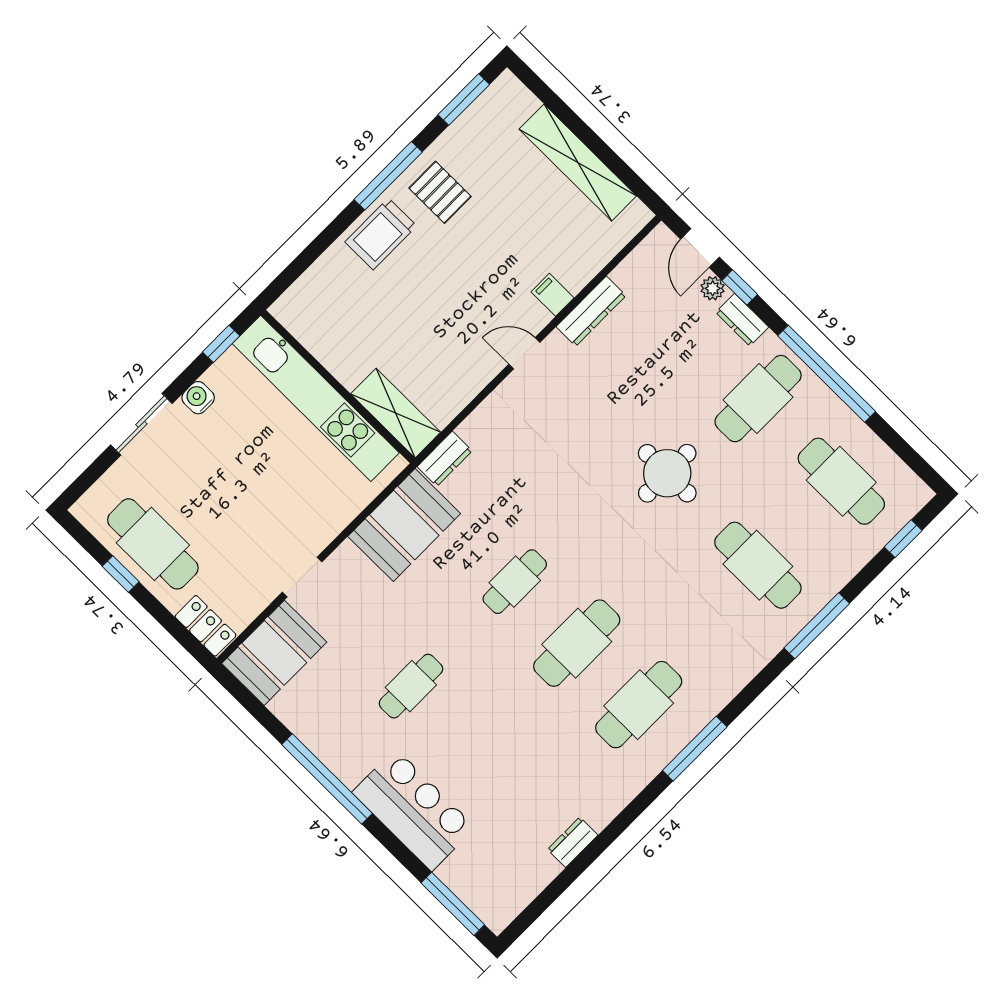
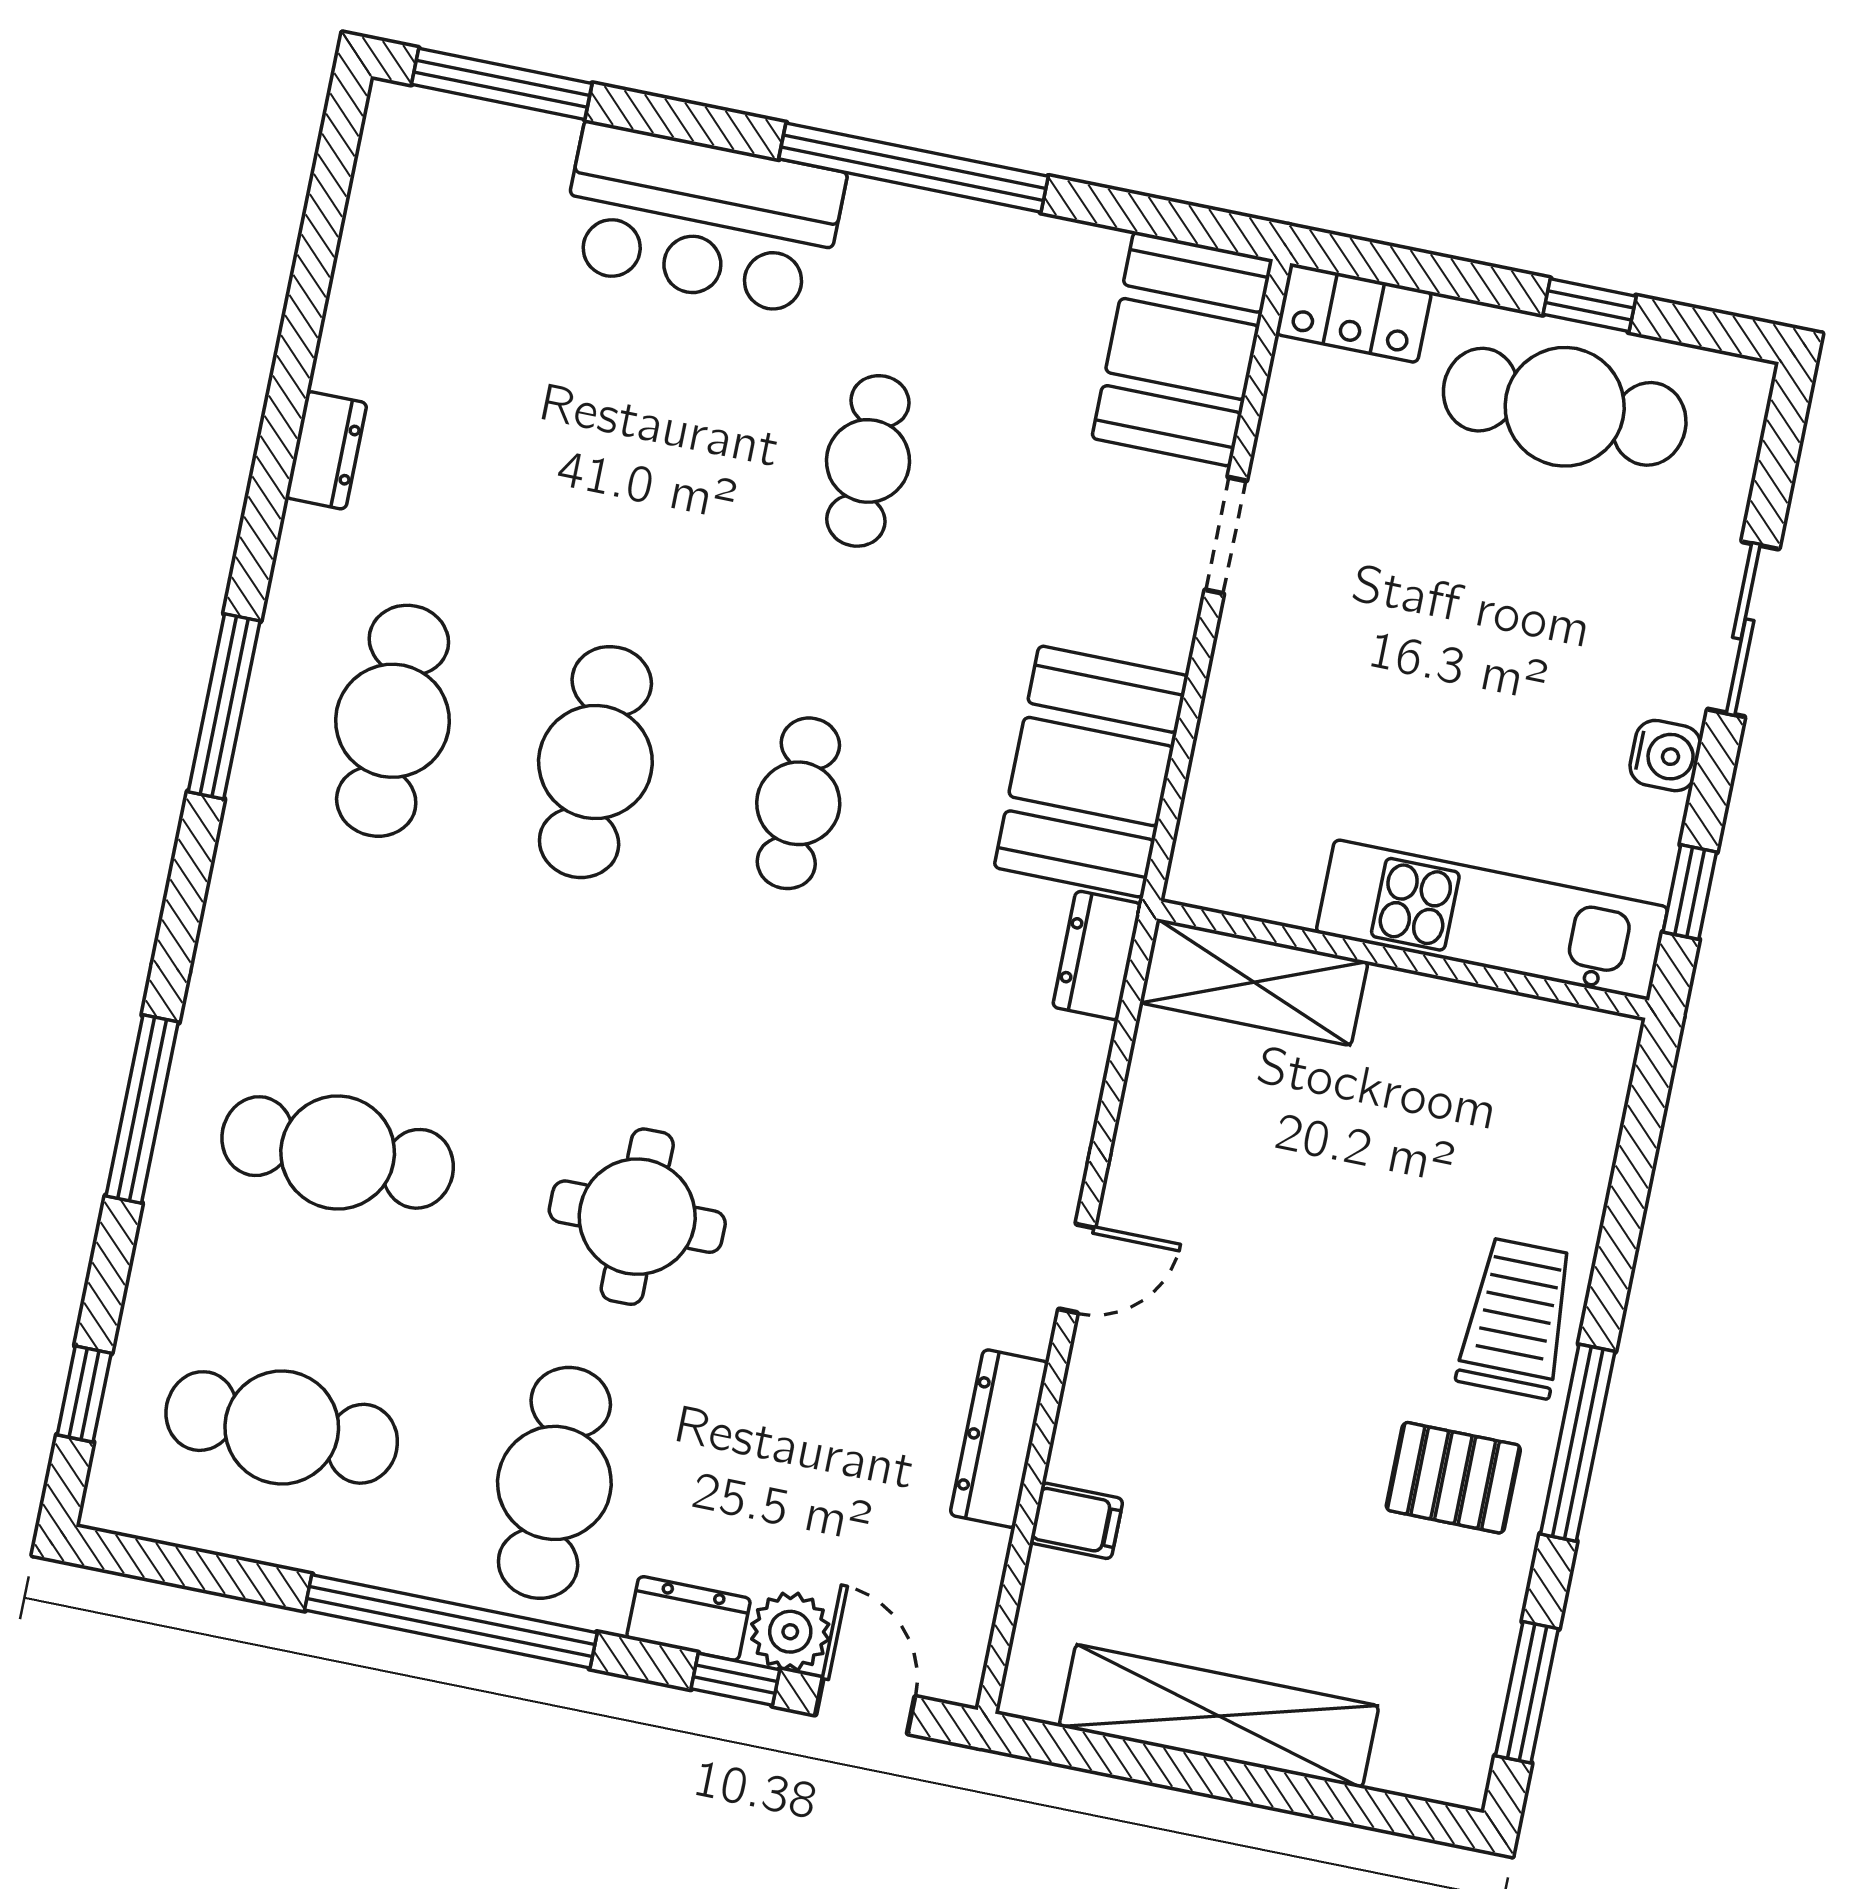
plant: (713, 288) -> (790, 1632), width x1.38, depth x1.38
filing cabinet: (553, 295) -> (1076, 1521), moved
kitchen unit: (316, 398) -> (1492, 920), width x0.73
dresser: (573, 842) -> (326, 450), moved

